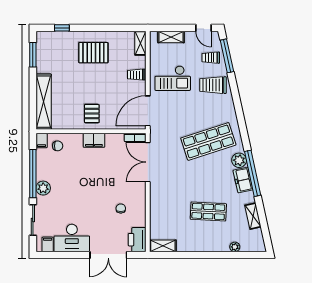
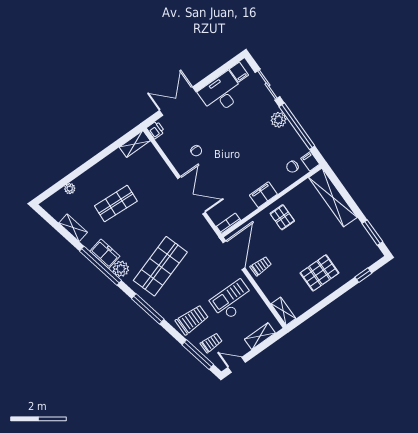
trolley: (136, 75) -> (261, 266), moved
window: (240, 116) -> (148, 309), added
double door: (148, 162) -> (192, 195), moved
printer: (137, 240) -> (156, 130), width x0.53, depth x0.68

